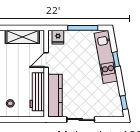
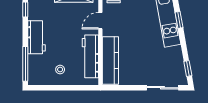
sliding door: (81, 120) -> (163, 88), moved

